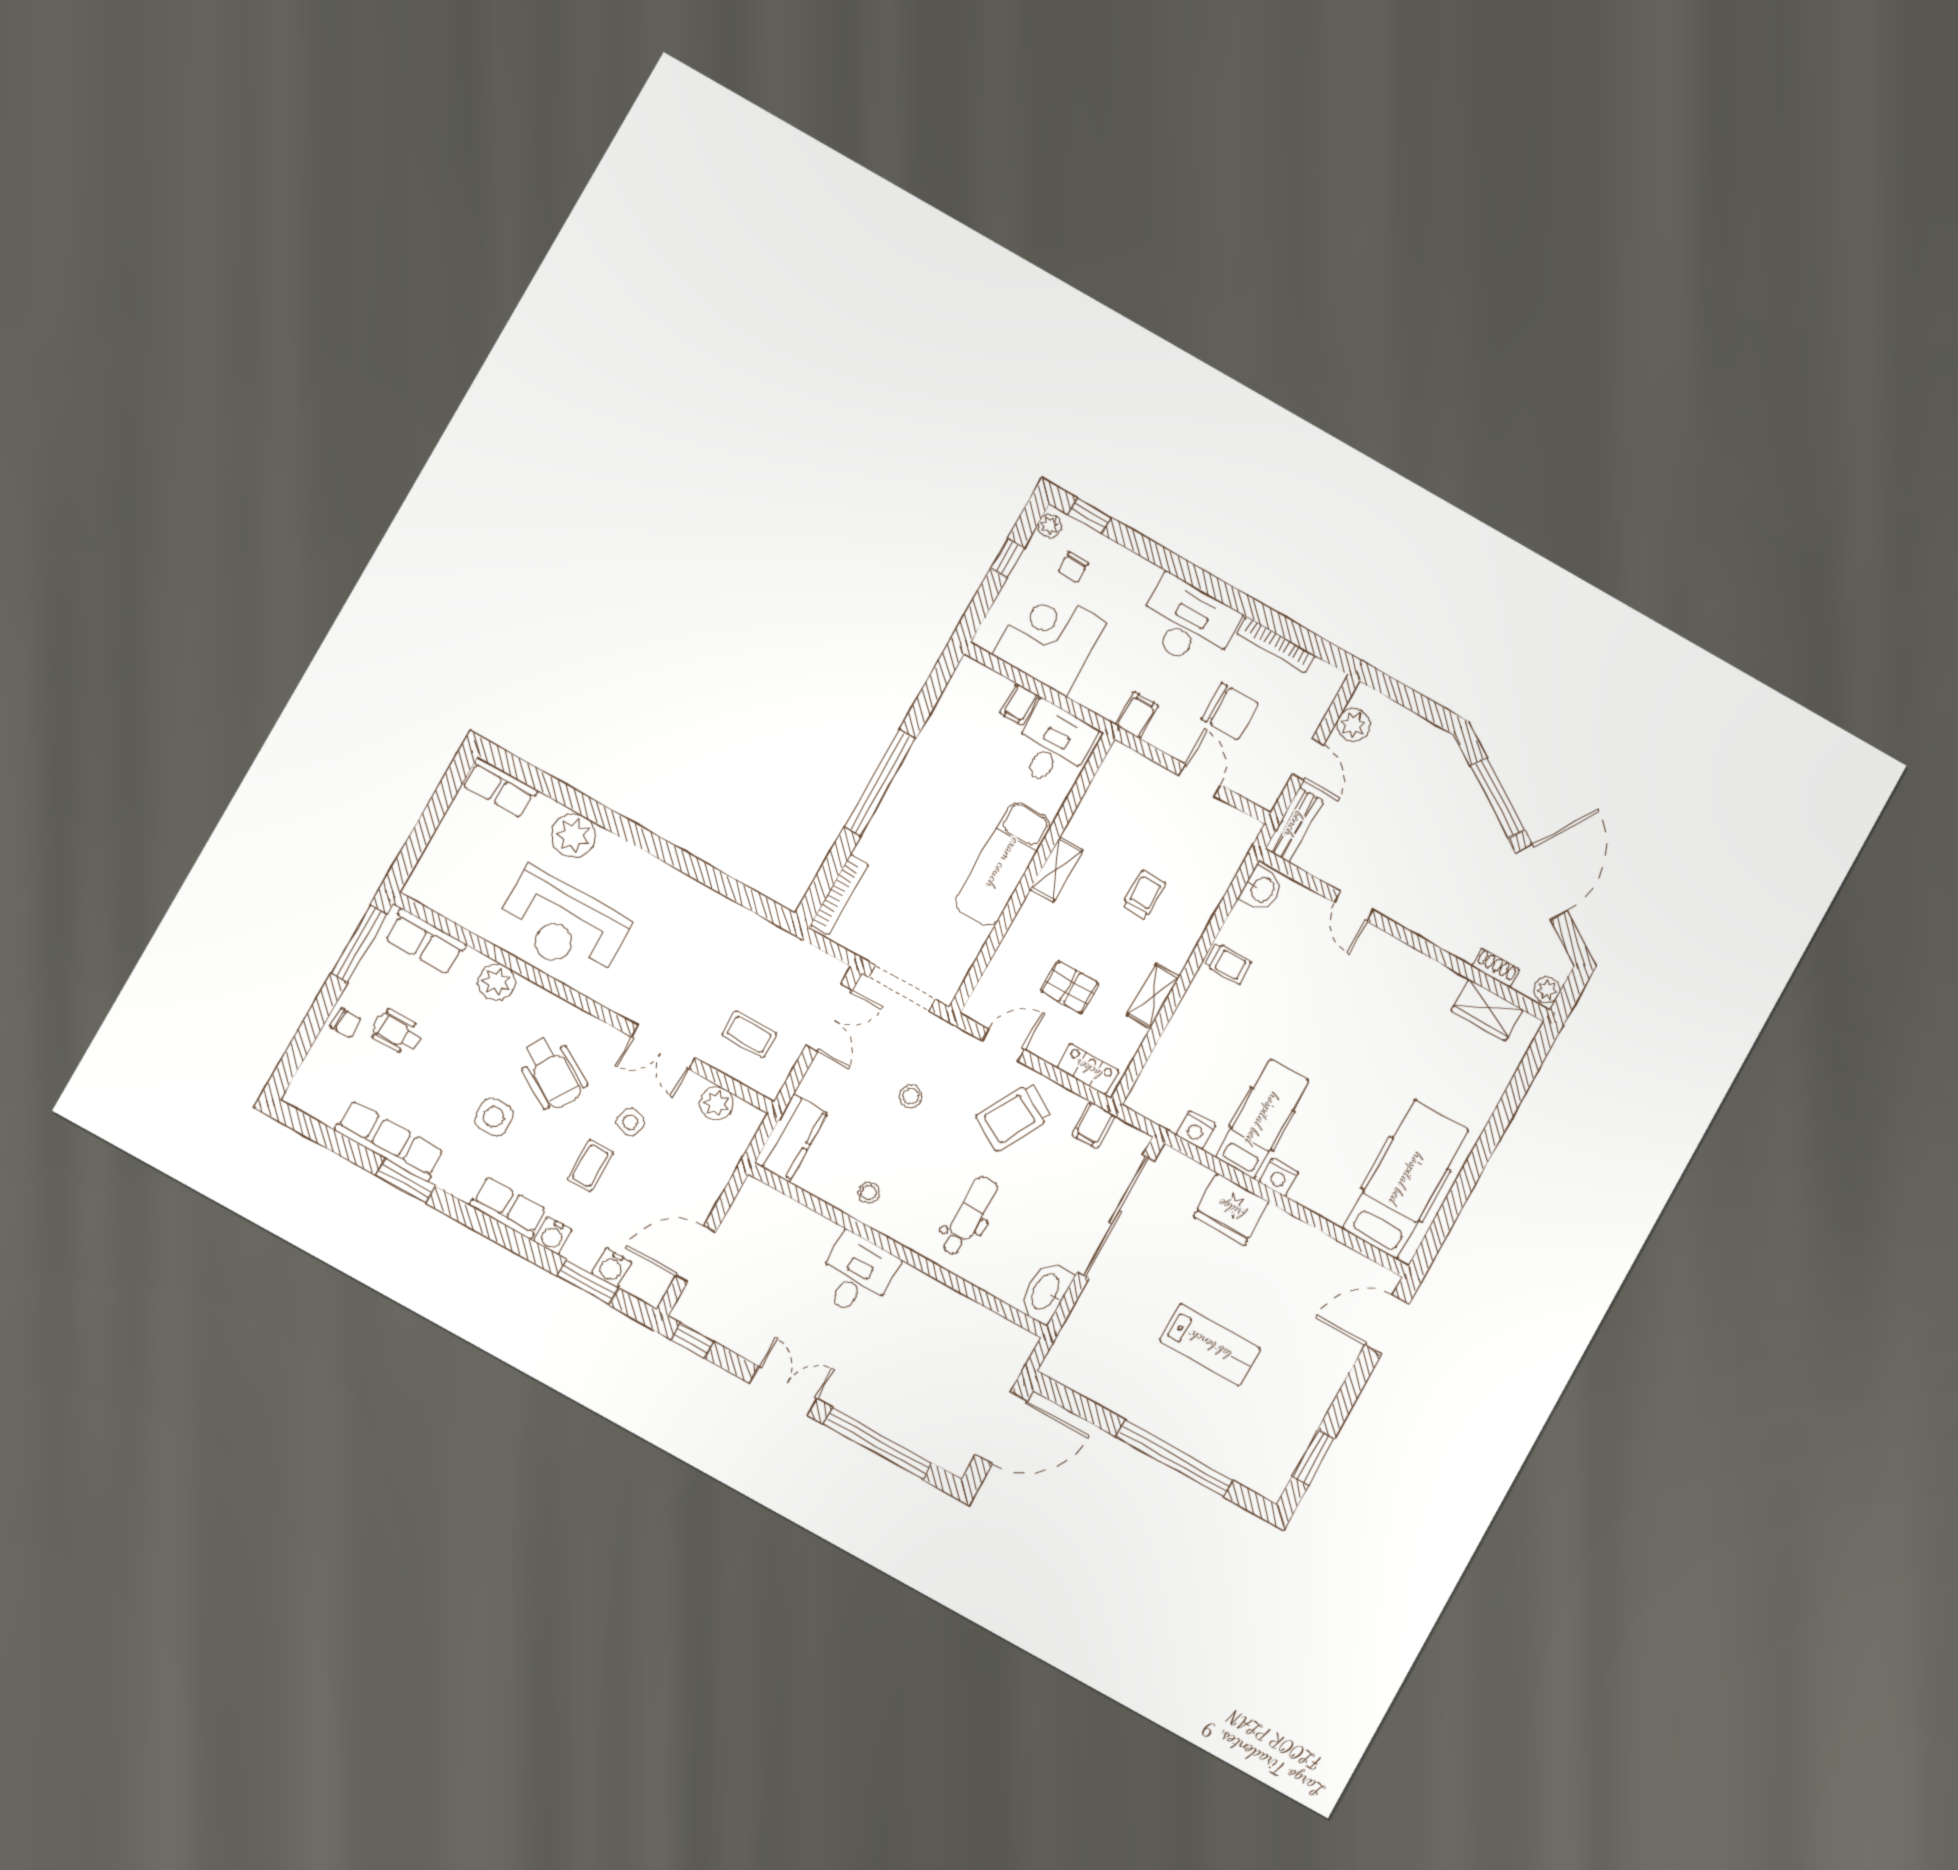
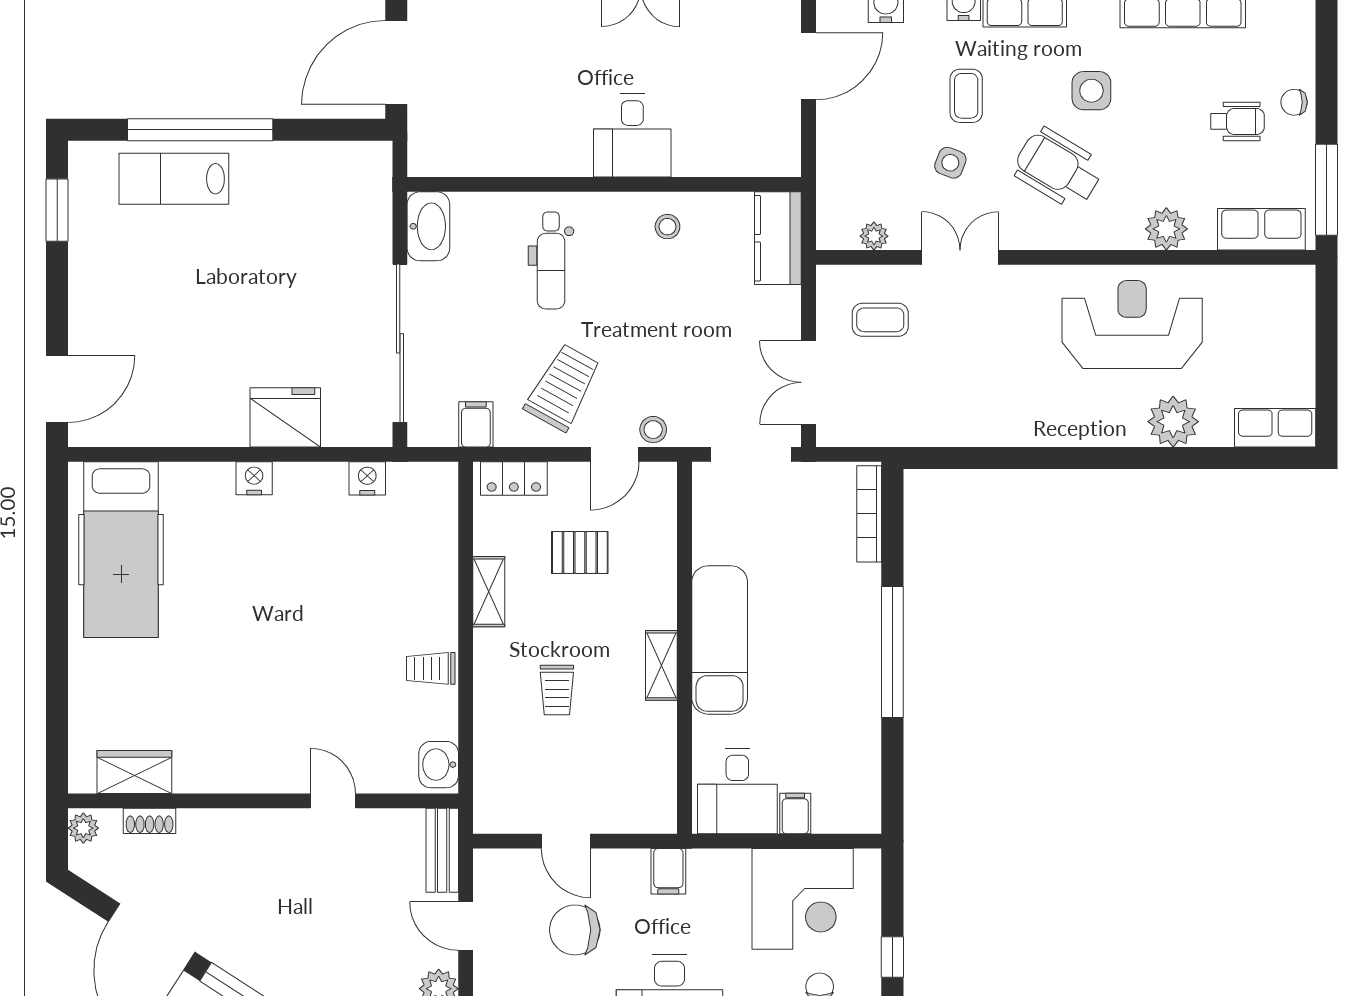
stool: (911, 1096) -> (653, 430), moved
plant: (716, 1103) -> (874, 236), width x0.73, depth x0.73
hospital bed: (1262, 1119) -> (305, 528), removed
lab bench: (1210, 1345) -> (174, 179), moved

